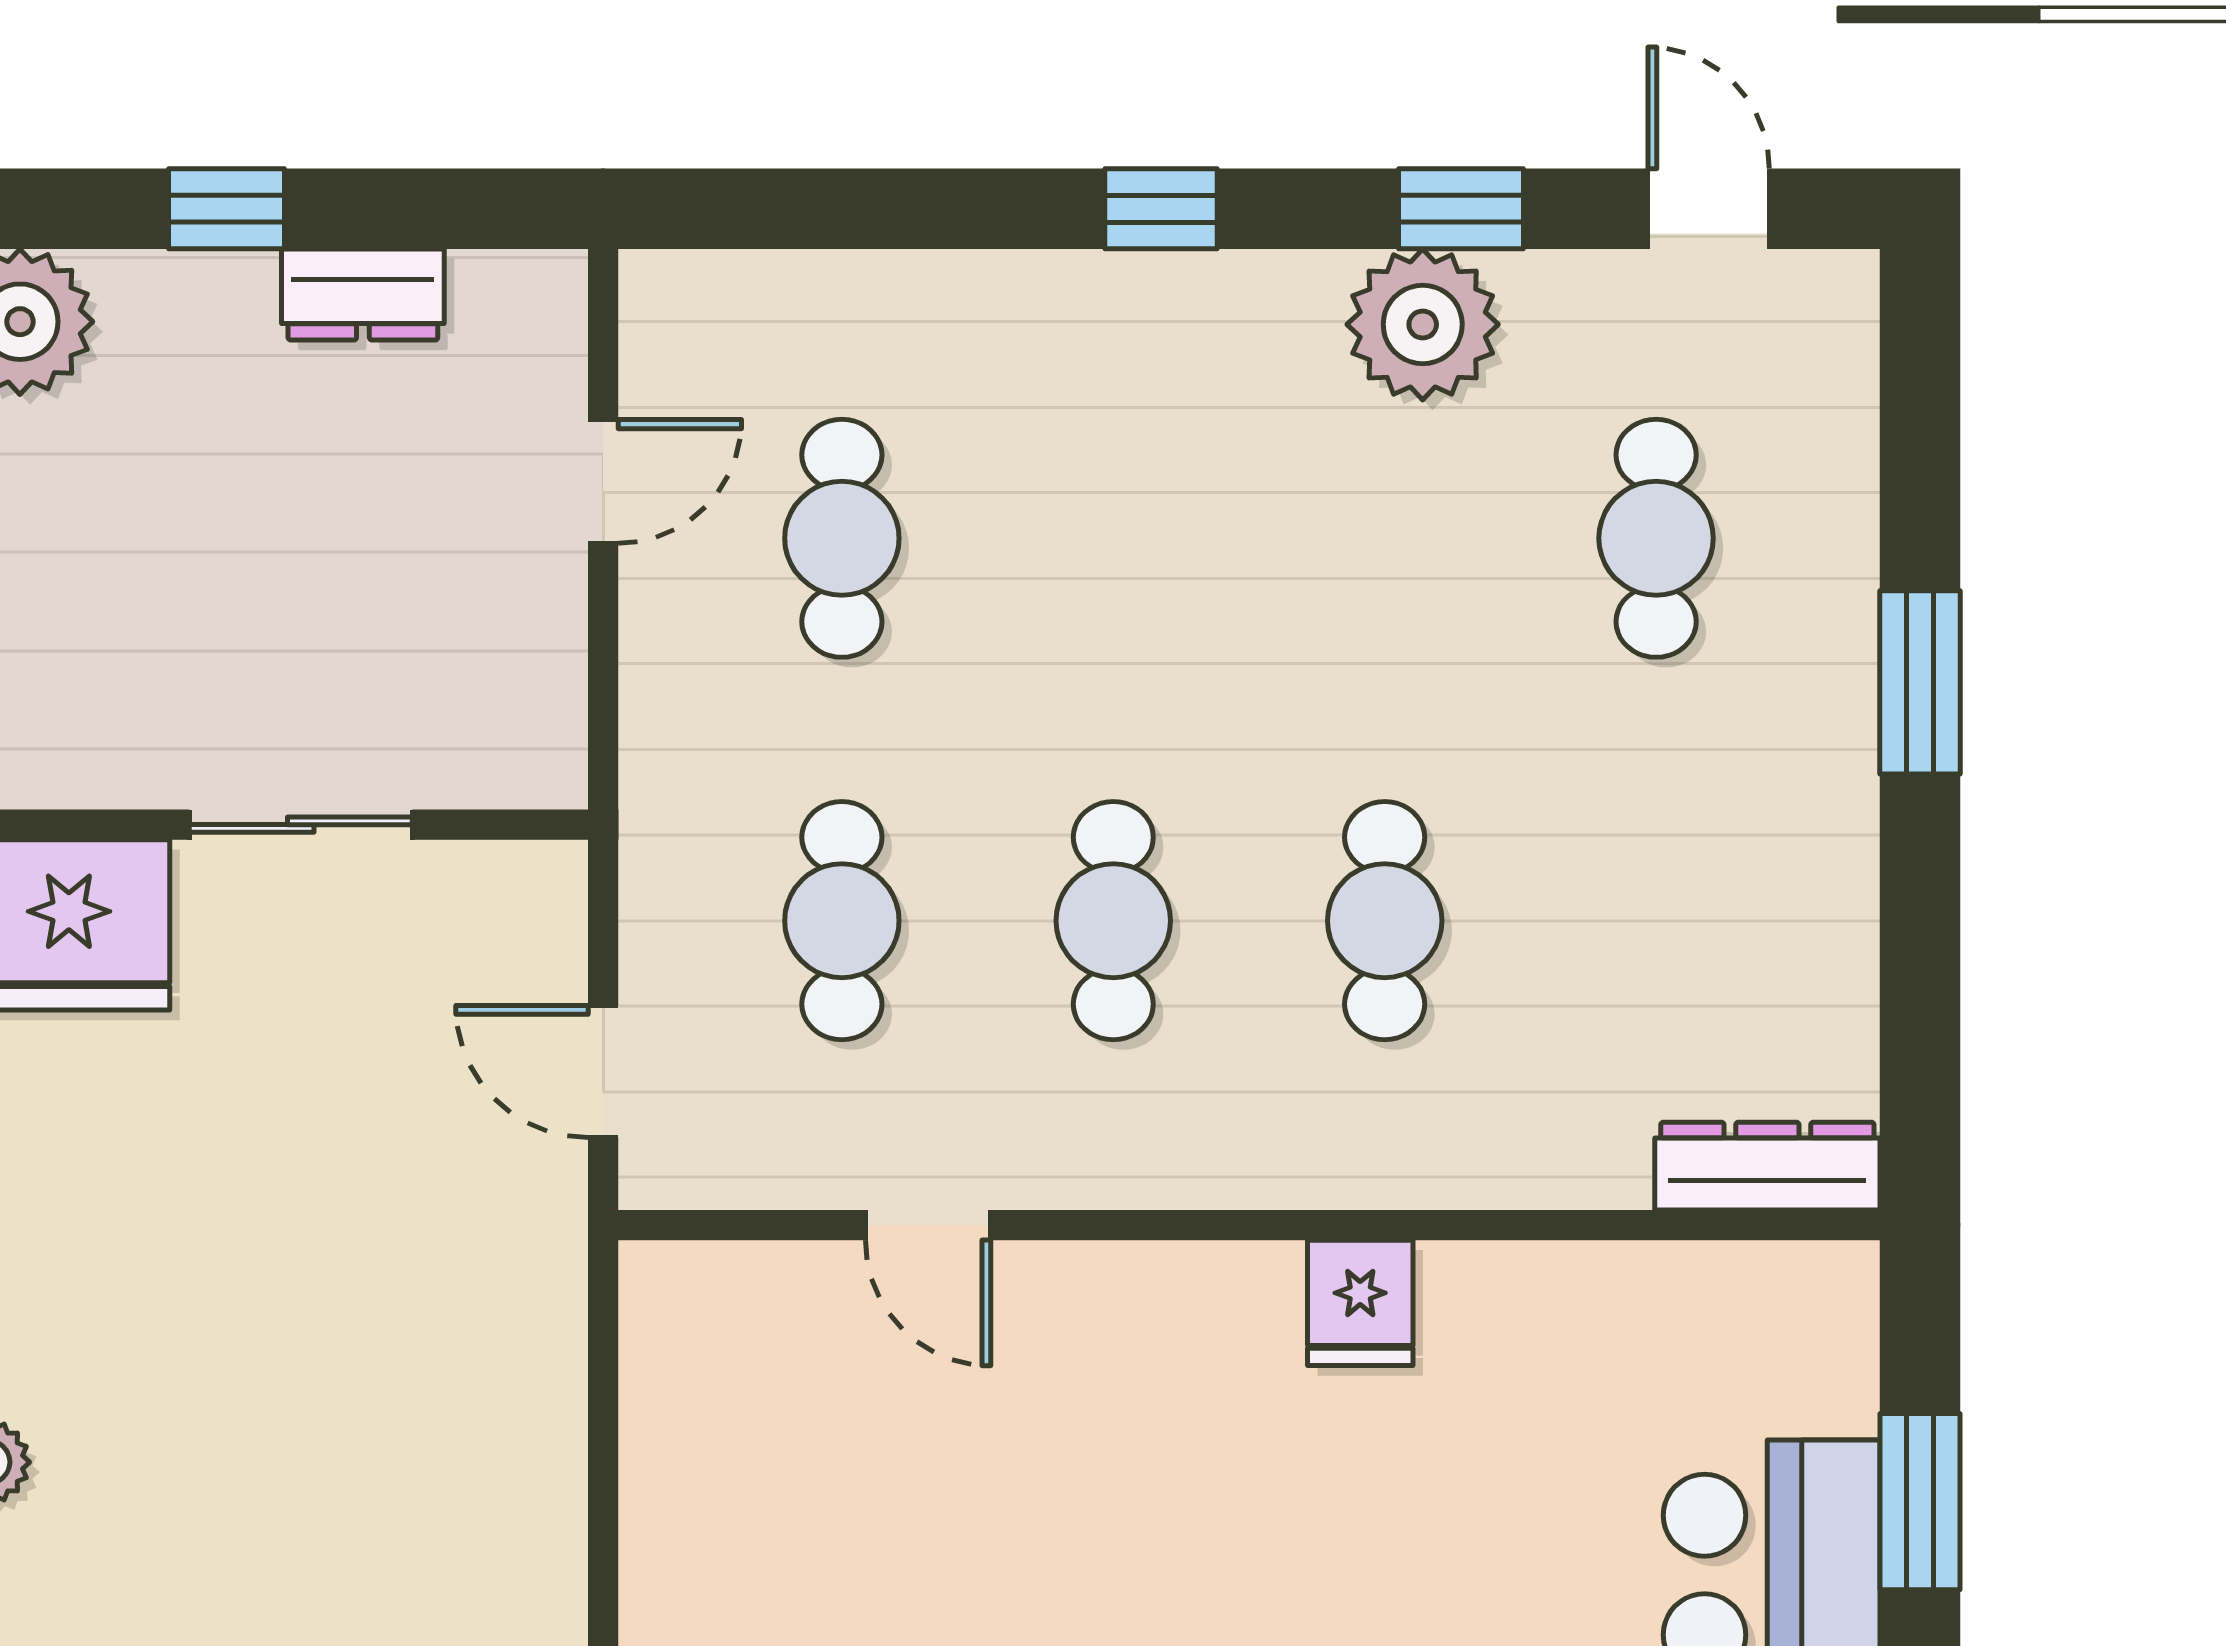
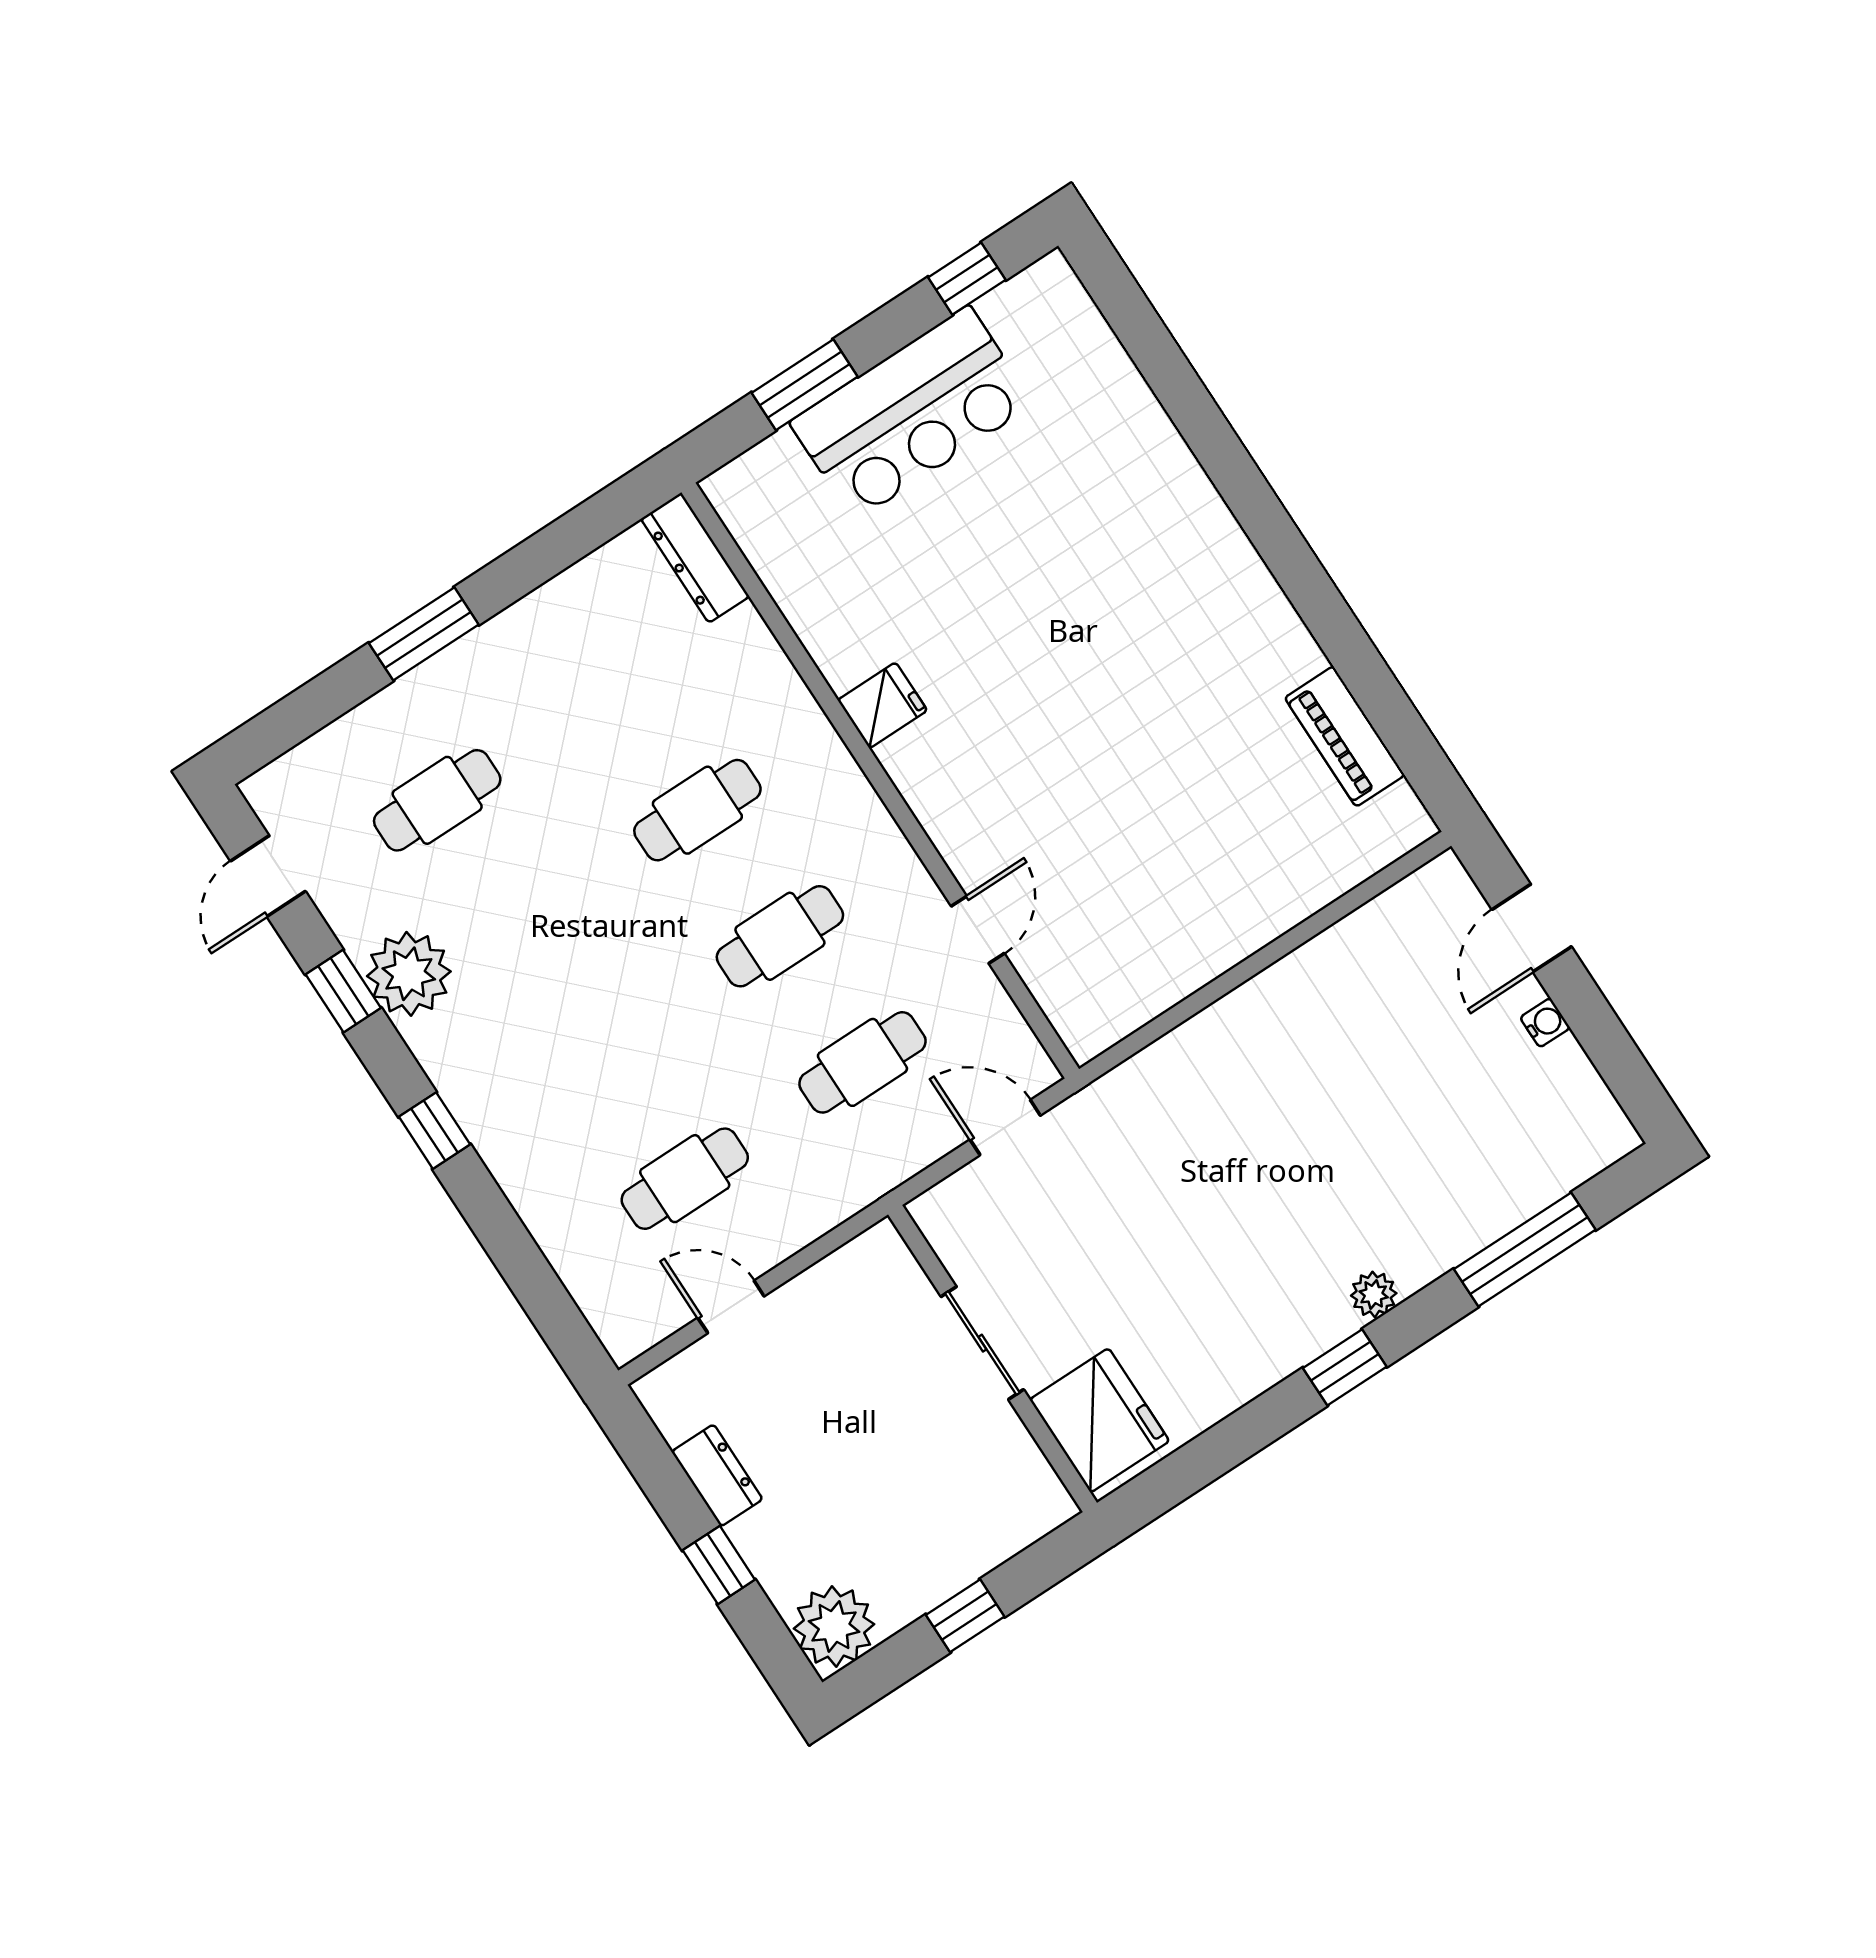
door: (603, 1071) -> (1005, 1128), swing flipped

